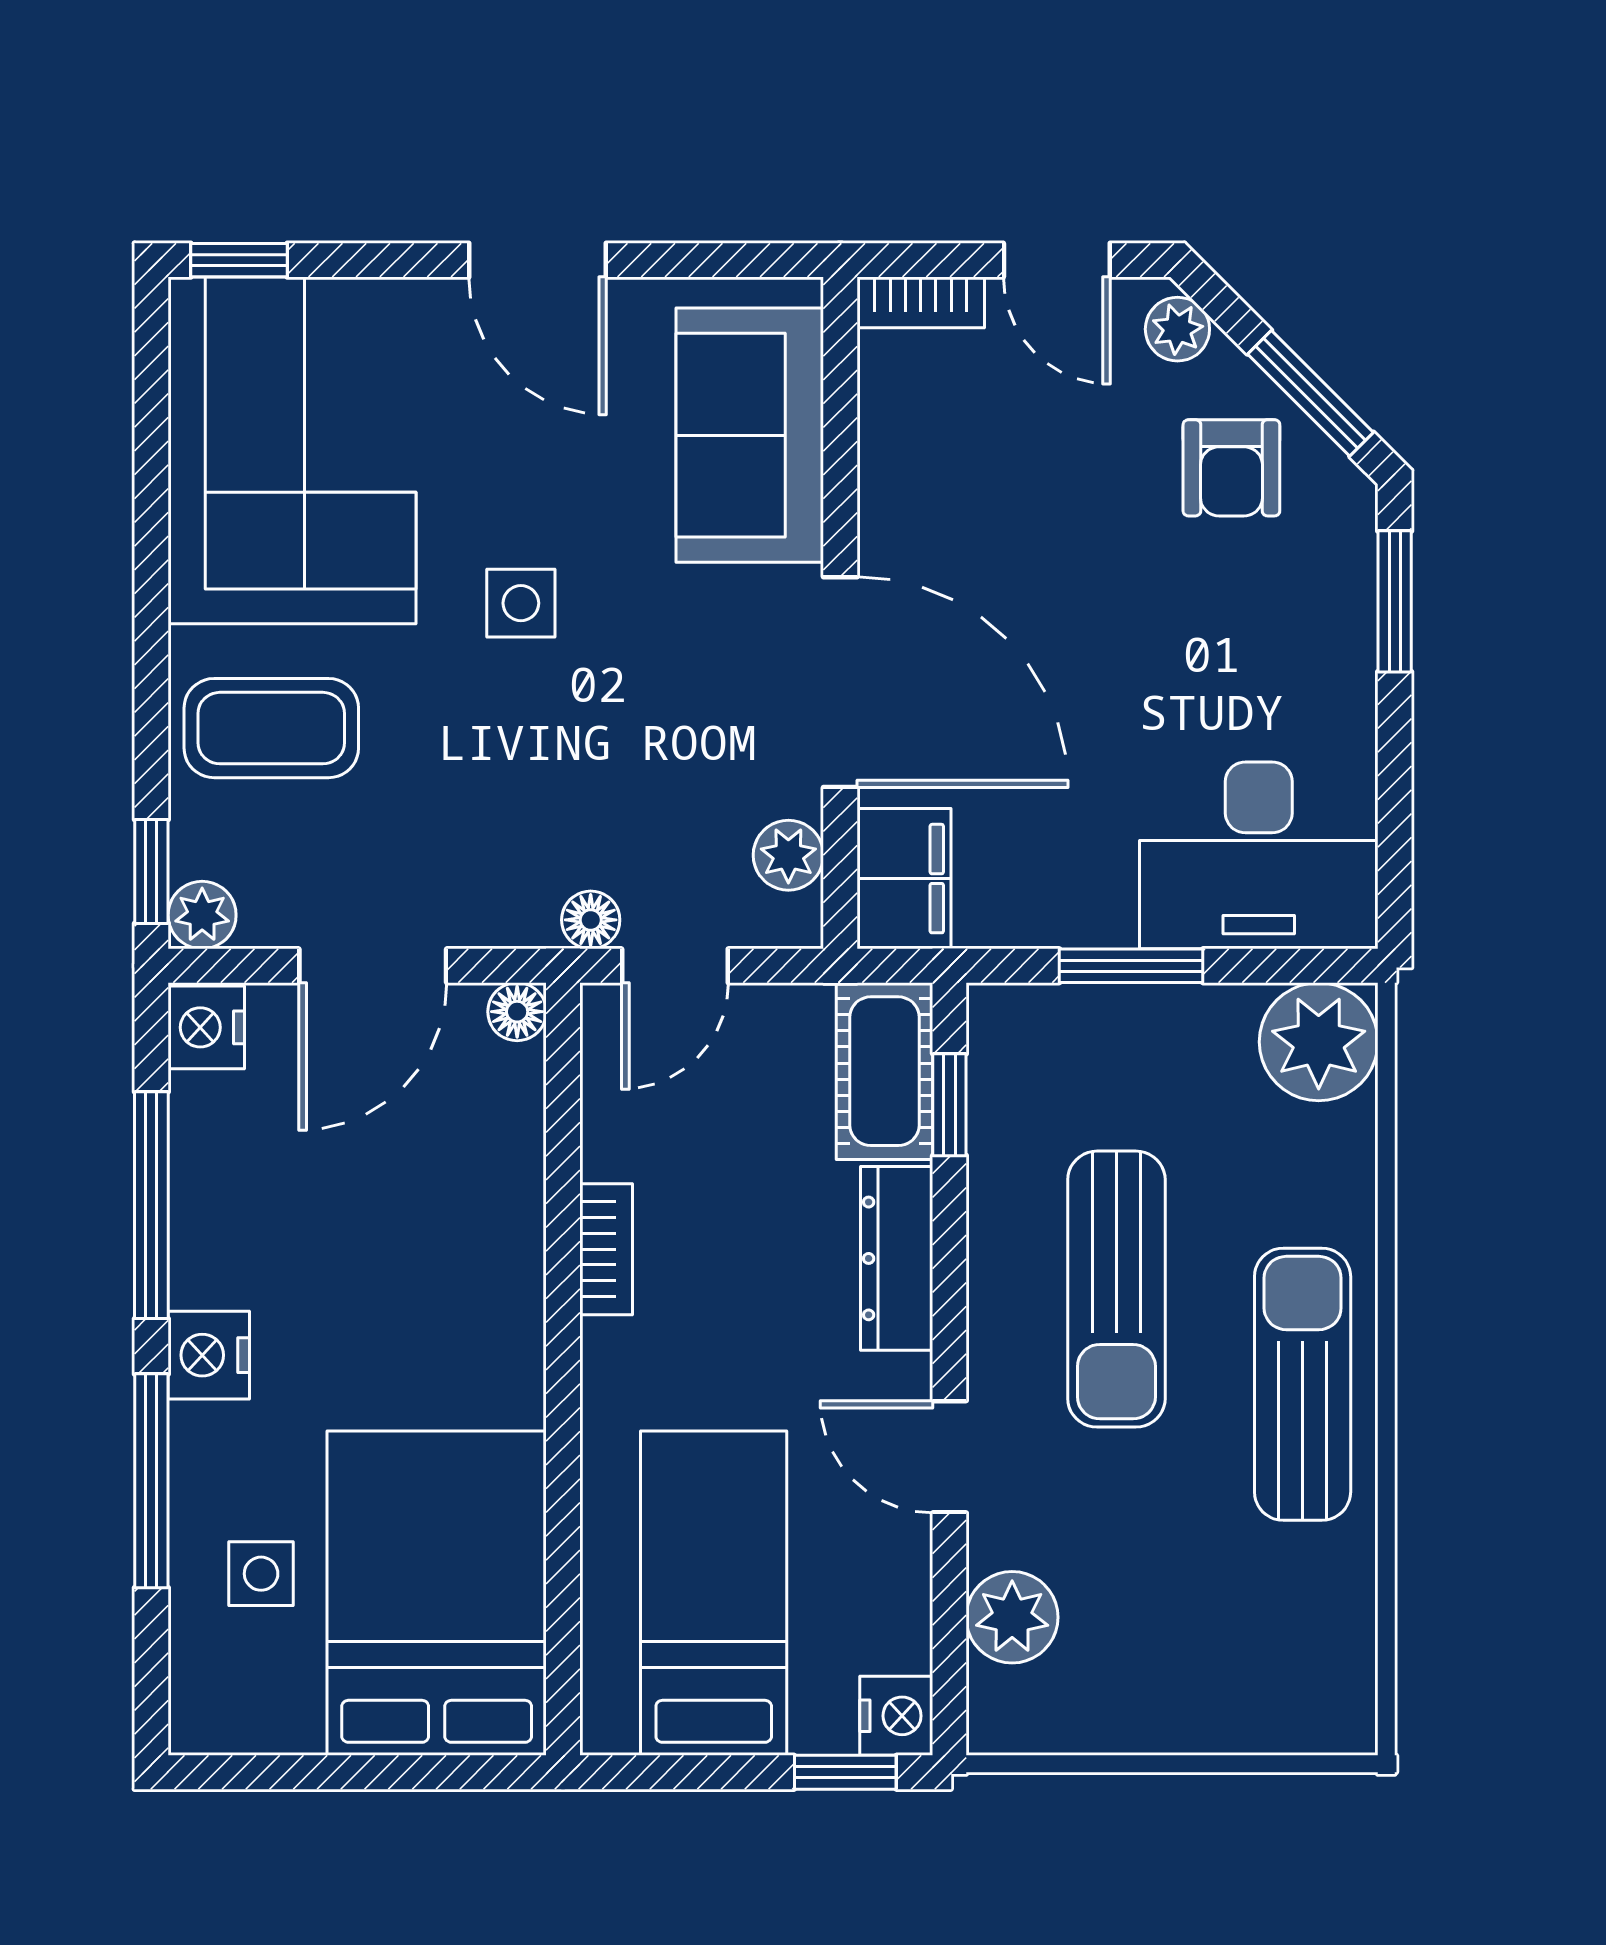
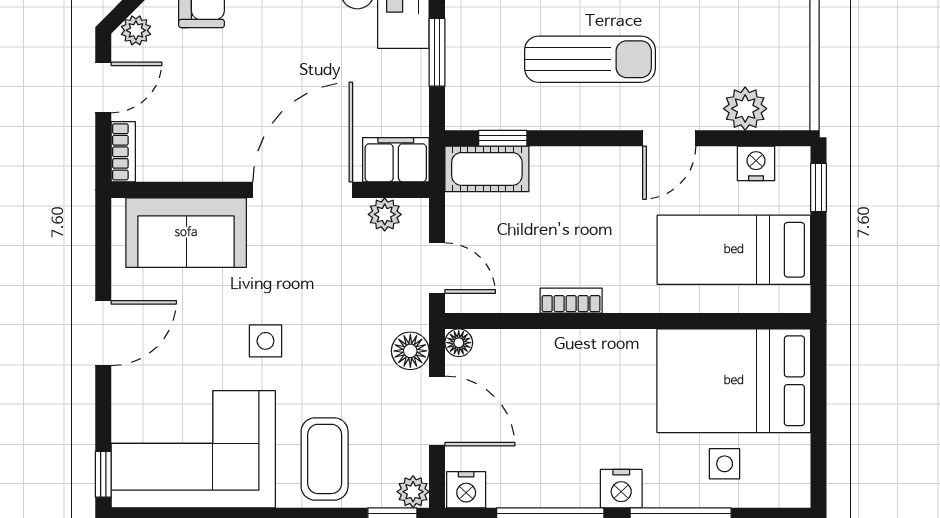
floor lamp: (591, 920) -> (410, 351), moved, width x1.37, depth x1.37
dresser: (897, 1258) -> (575, 163), removed
nightstand: (896, 1716) -> (756, 163), moved

